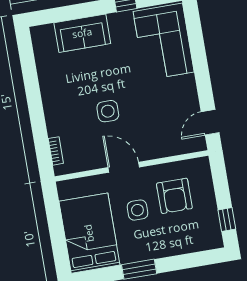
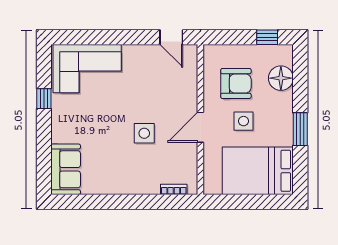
sofa: (82, 33) -> (66, 169), moved
floor lamp: (188, 241) -> (281, 78), added

